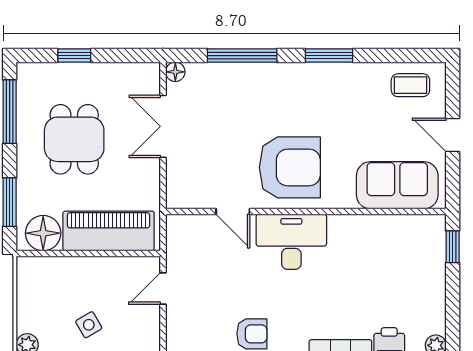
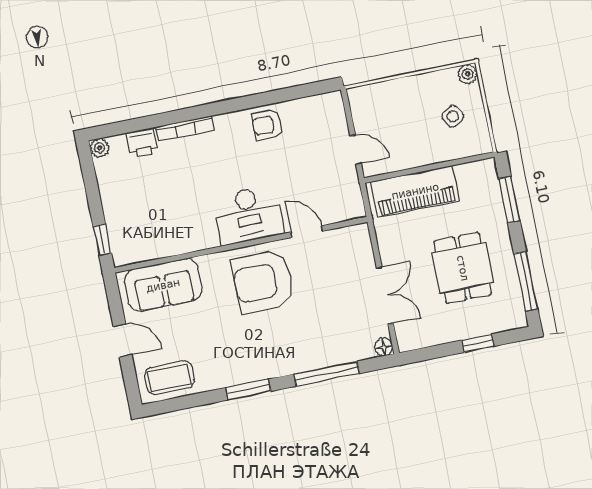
coffee table: (410, 85) -> (170, 378), width x1.36, depth x1.30
floor lamp: (43, 233) -> (474, 178), removed
door: (163, 288) -> (356, 150), hinge flipped
side table: (89, 325) -> (453, 116), moved

